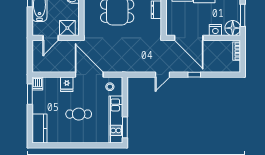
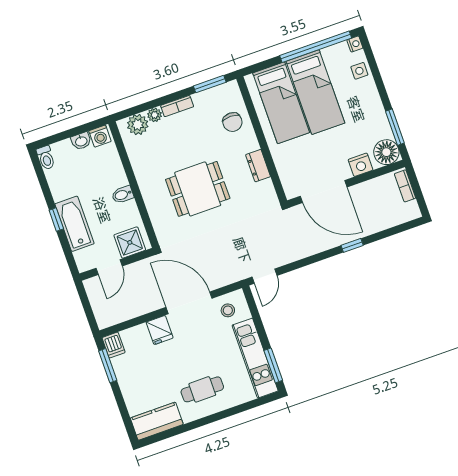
door: (162, 75) -> (265, 276), moved
cafe table: (79, 114) -> (202, 389), moved
kitchen counter: (39, 129) -> (157, 421), moved, turned -90

